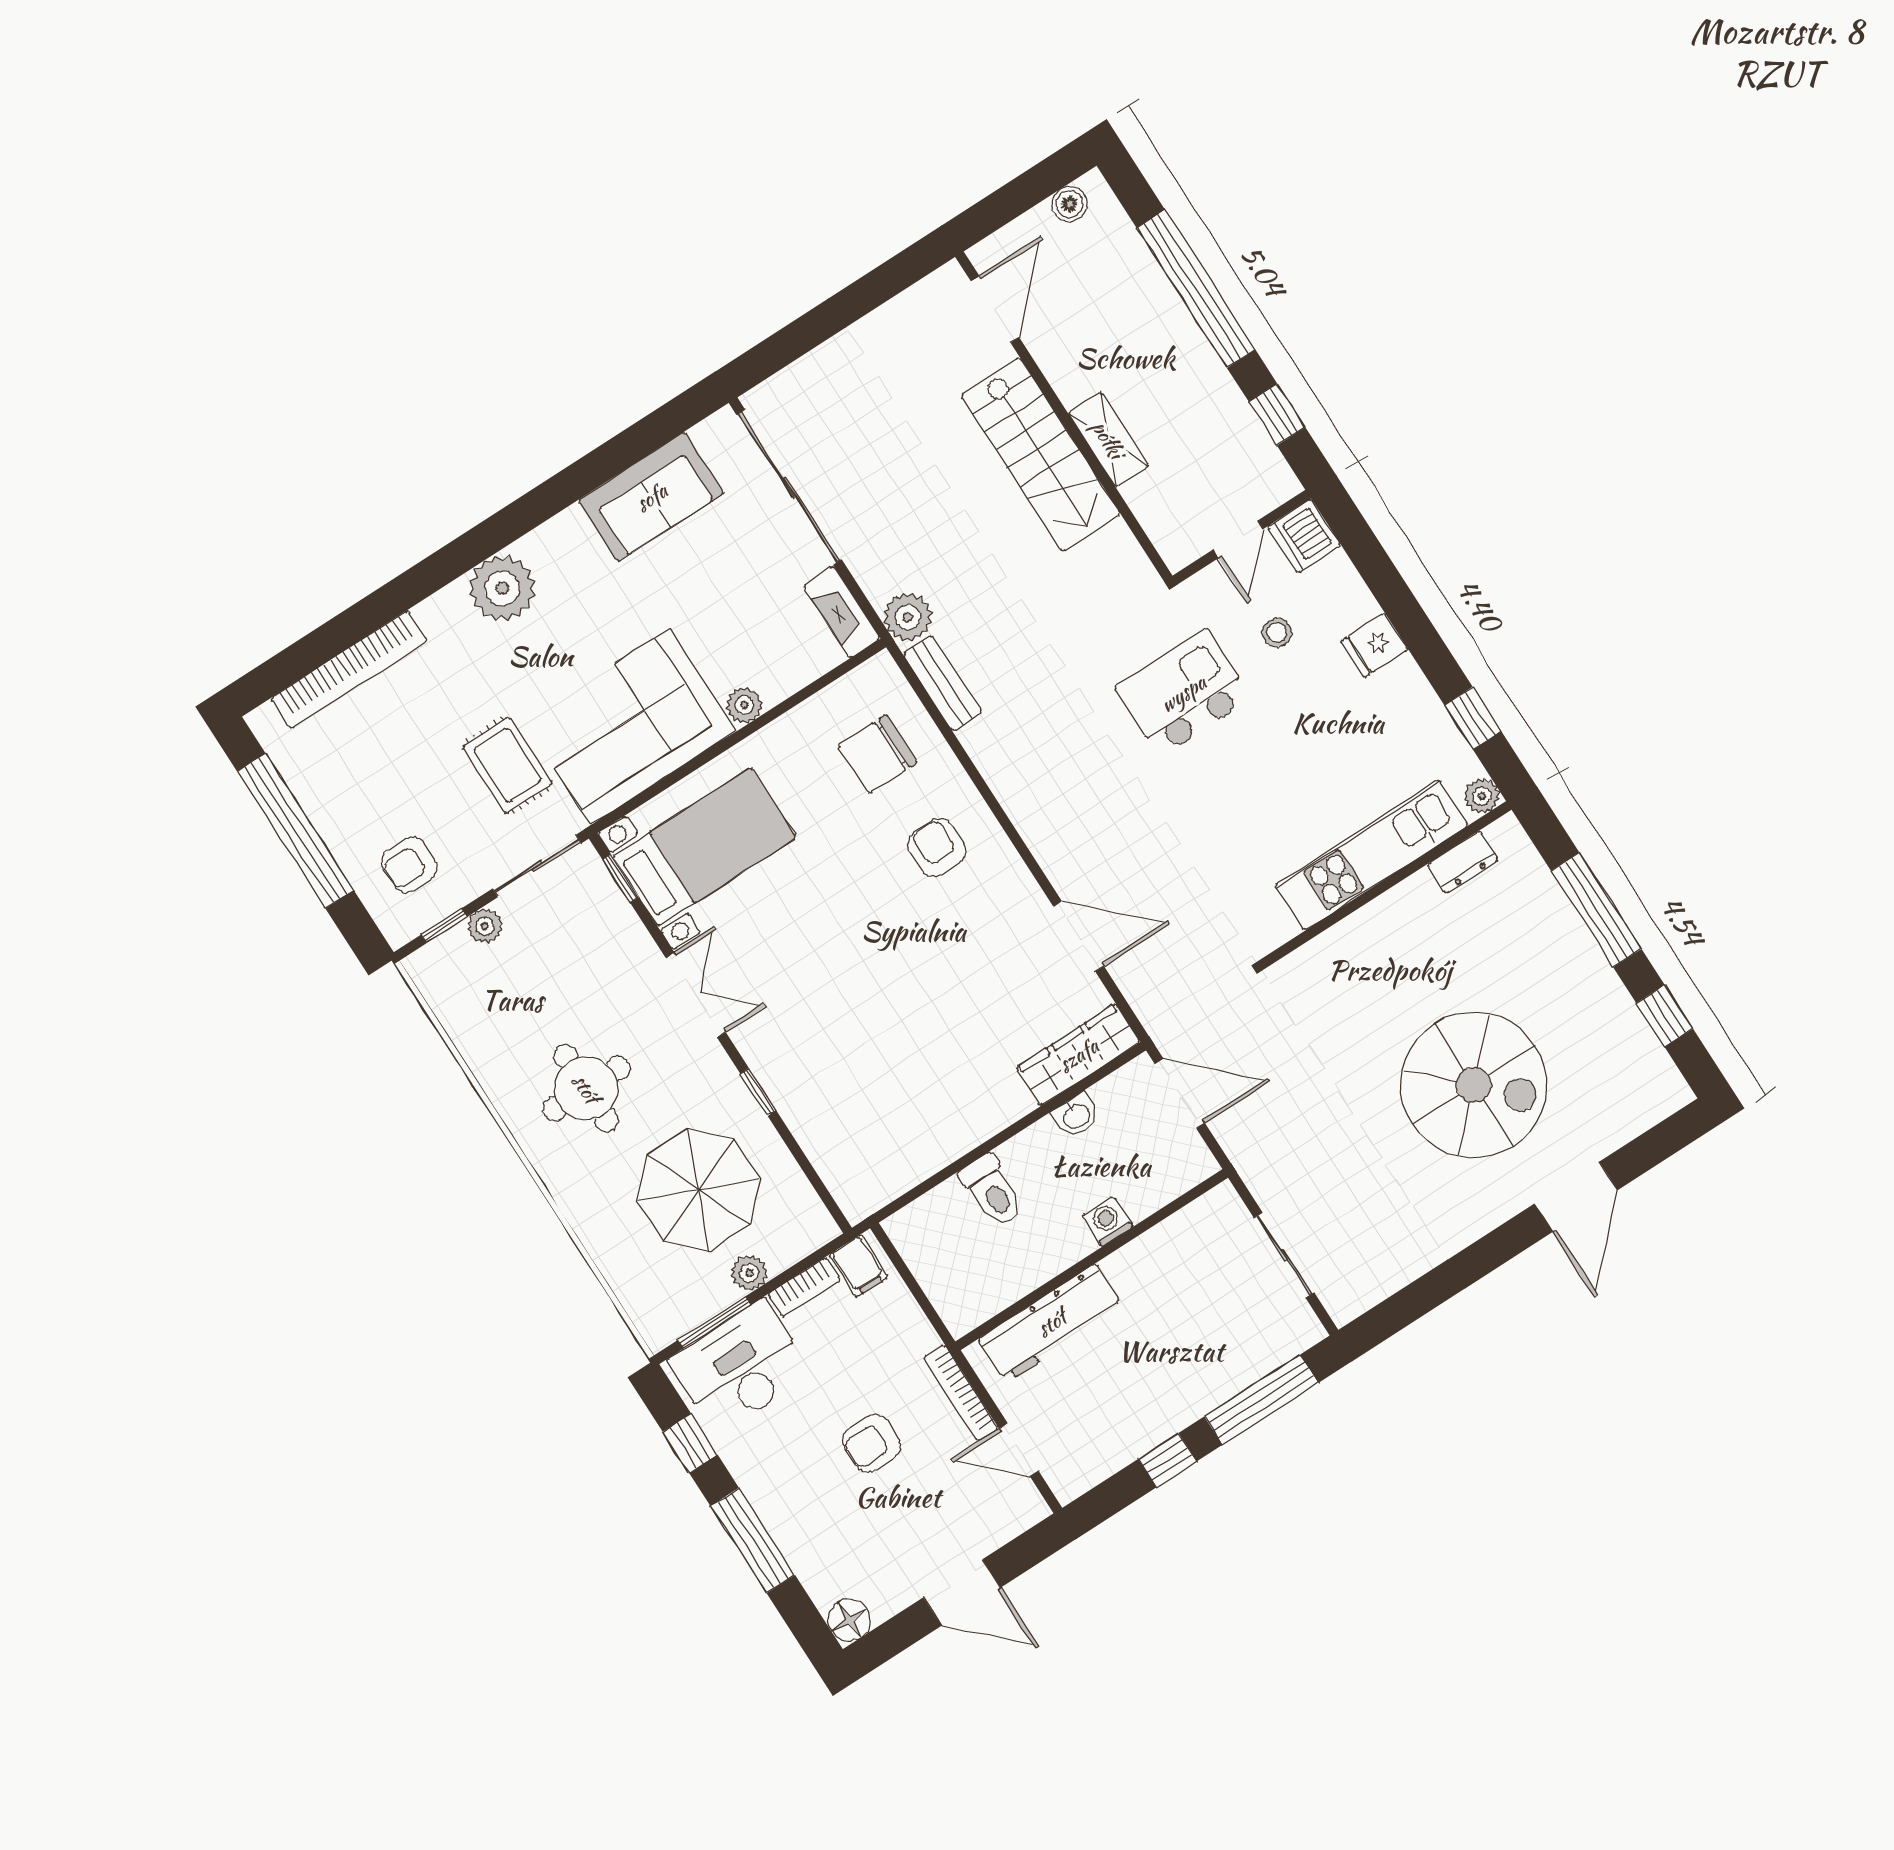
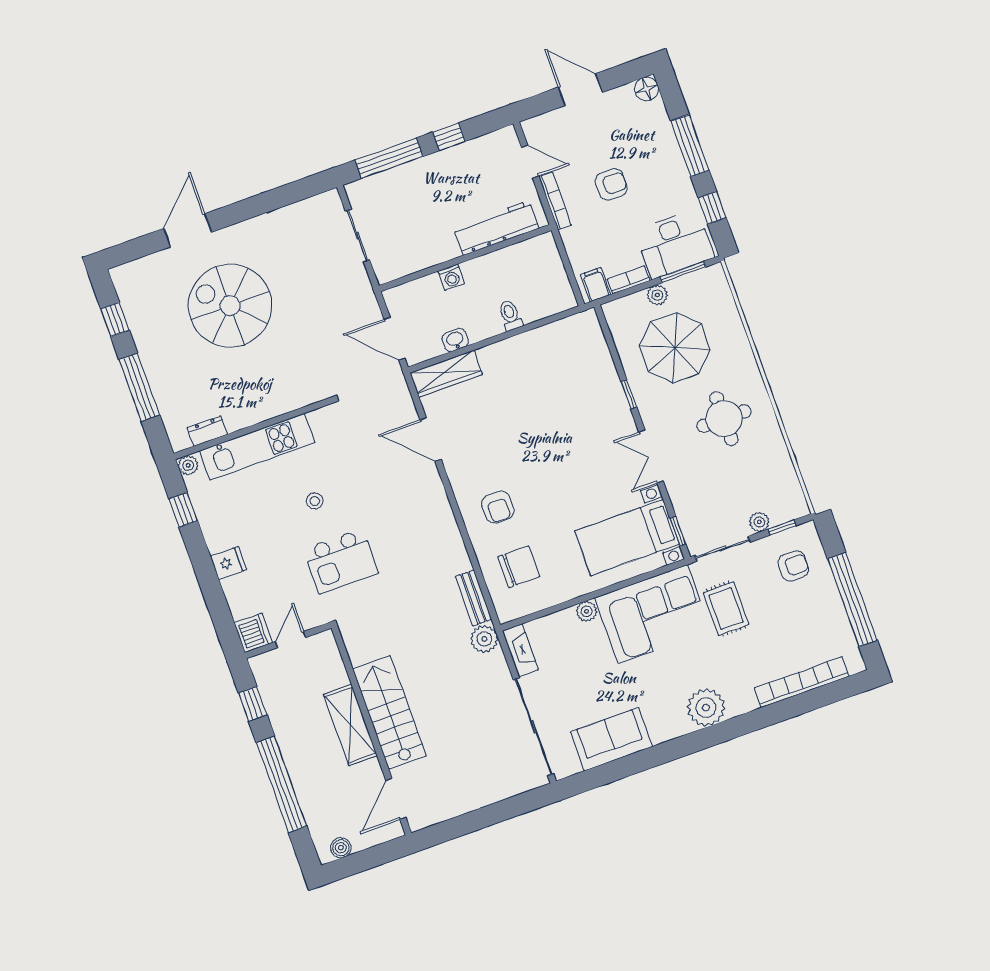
shelving: (1108, 439) -> (350, 725), width x1.50, depth x1.33
stool: (1277, 633) -> (315, 501), moved
toilet: (992, 1191) -> (510, 315), width x0.73, depth x0.72

